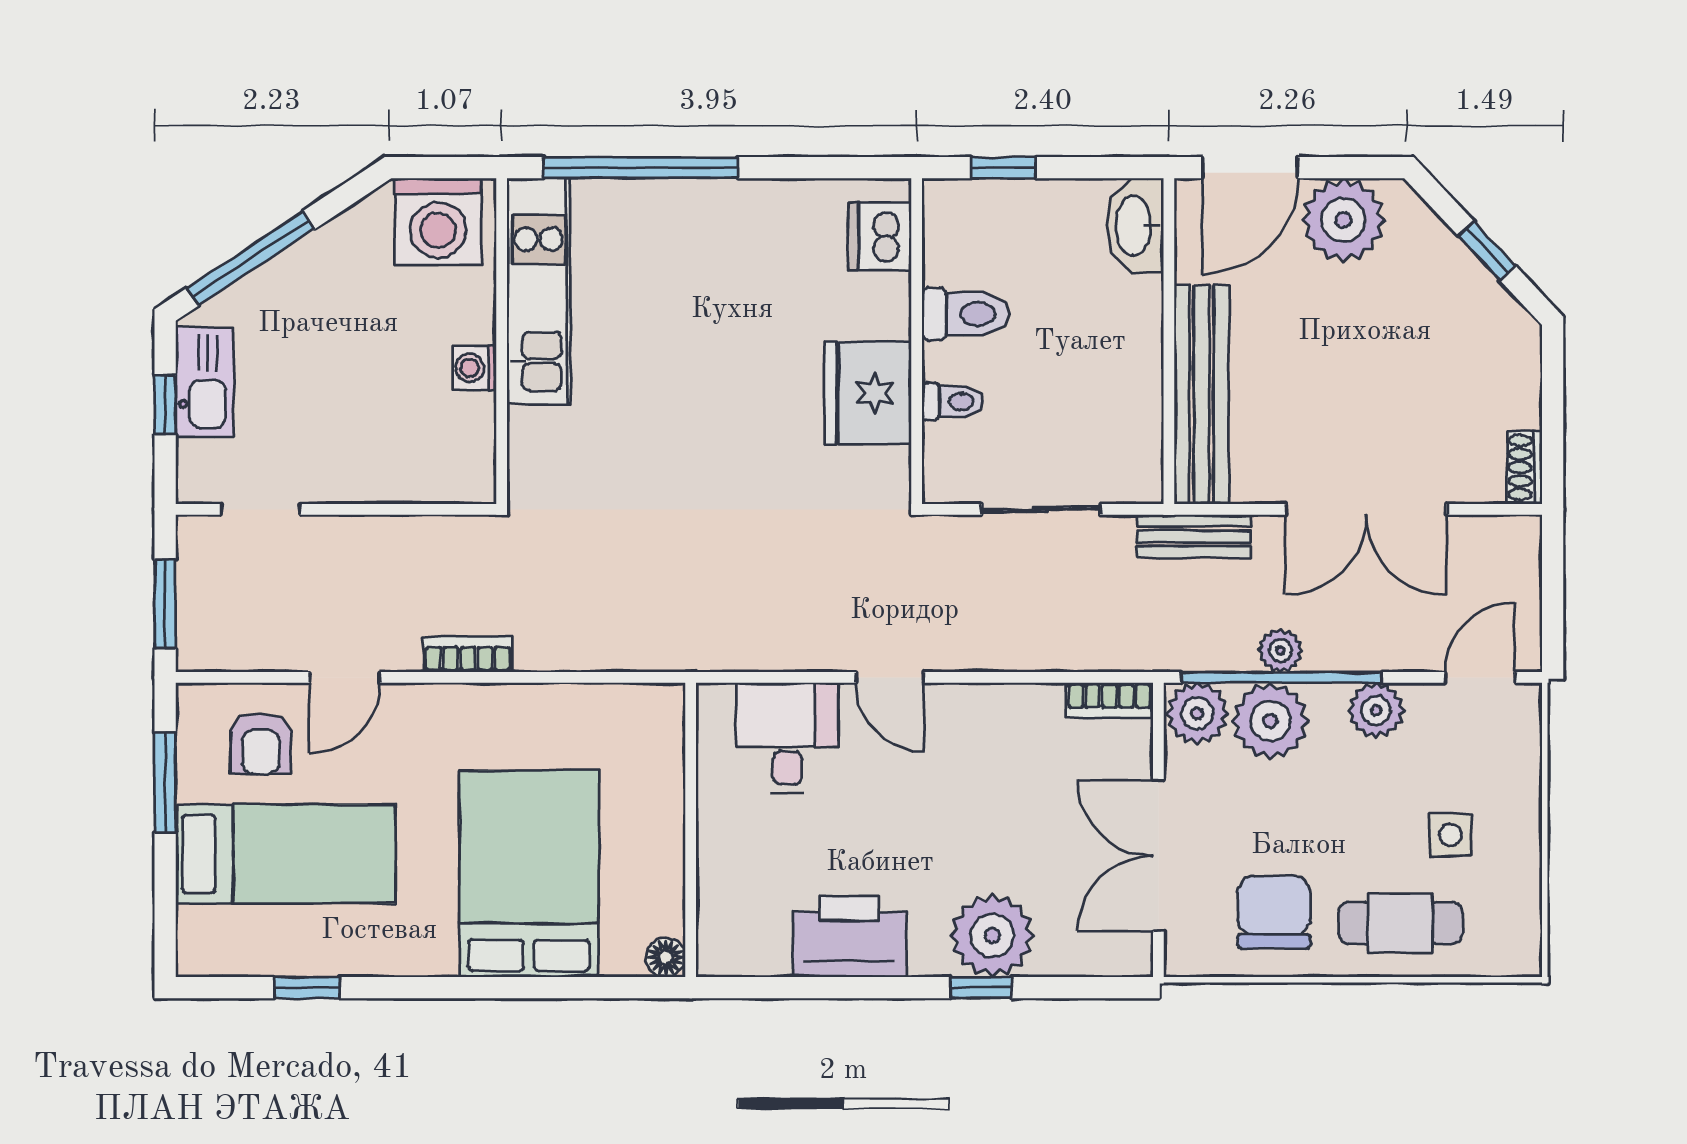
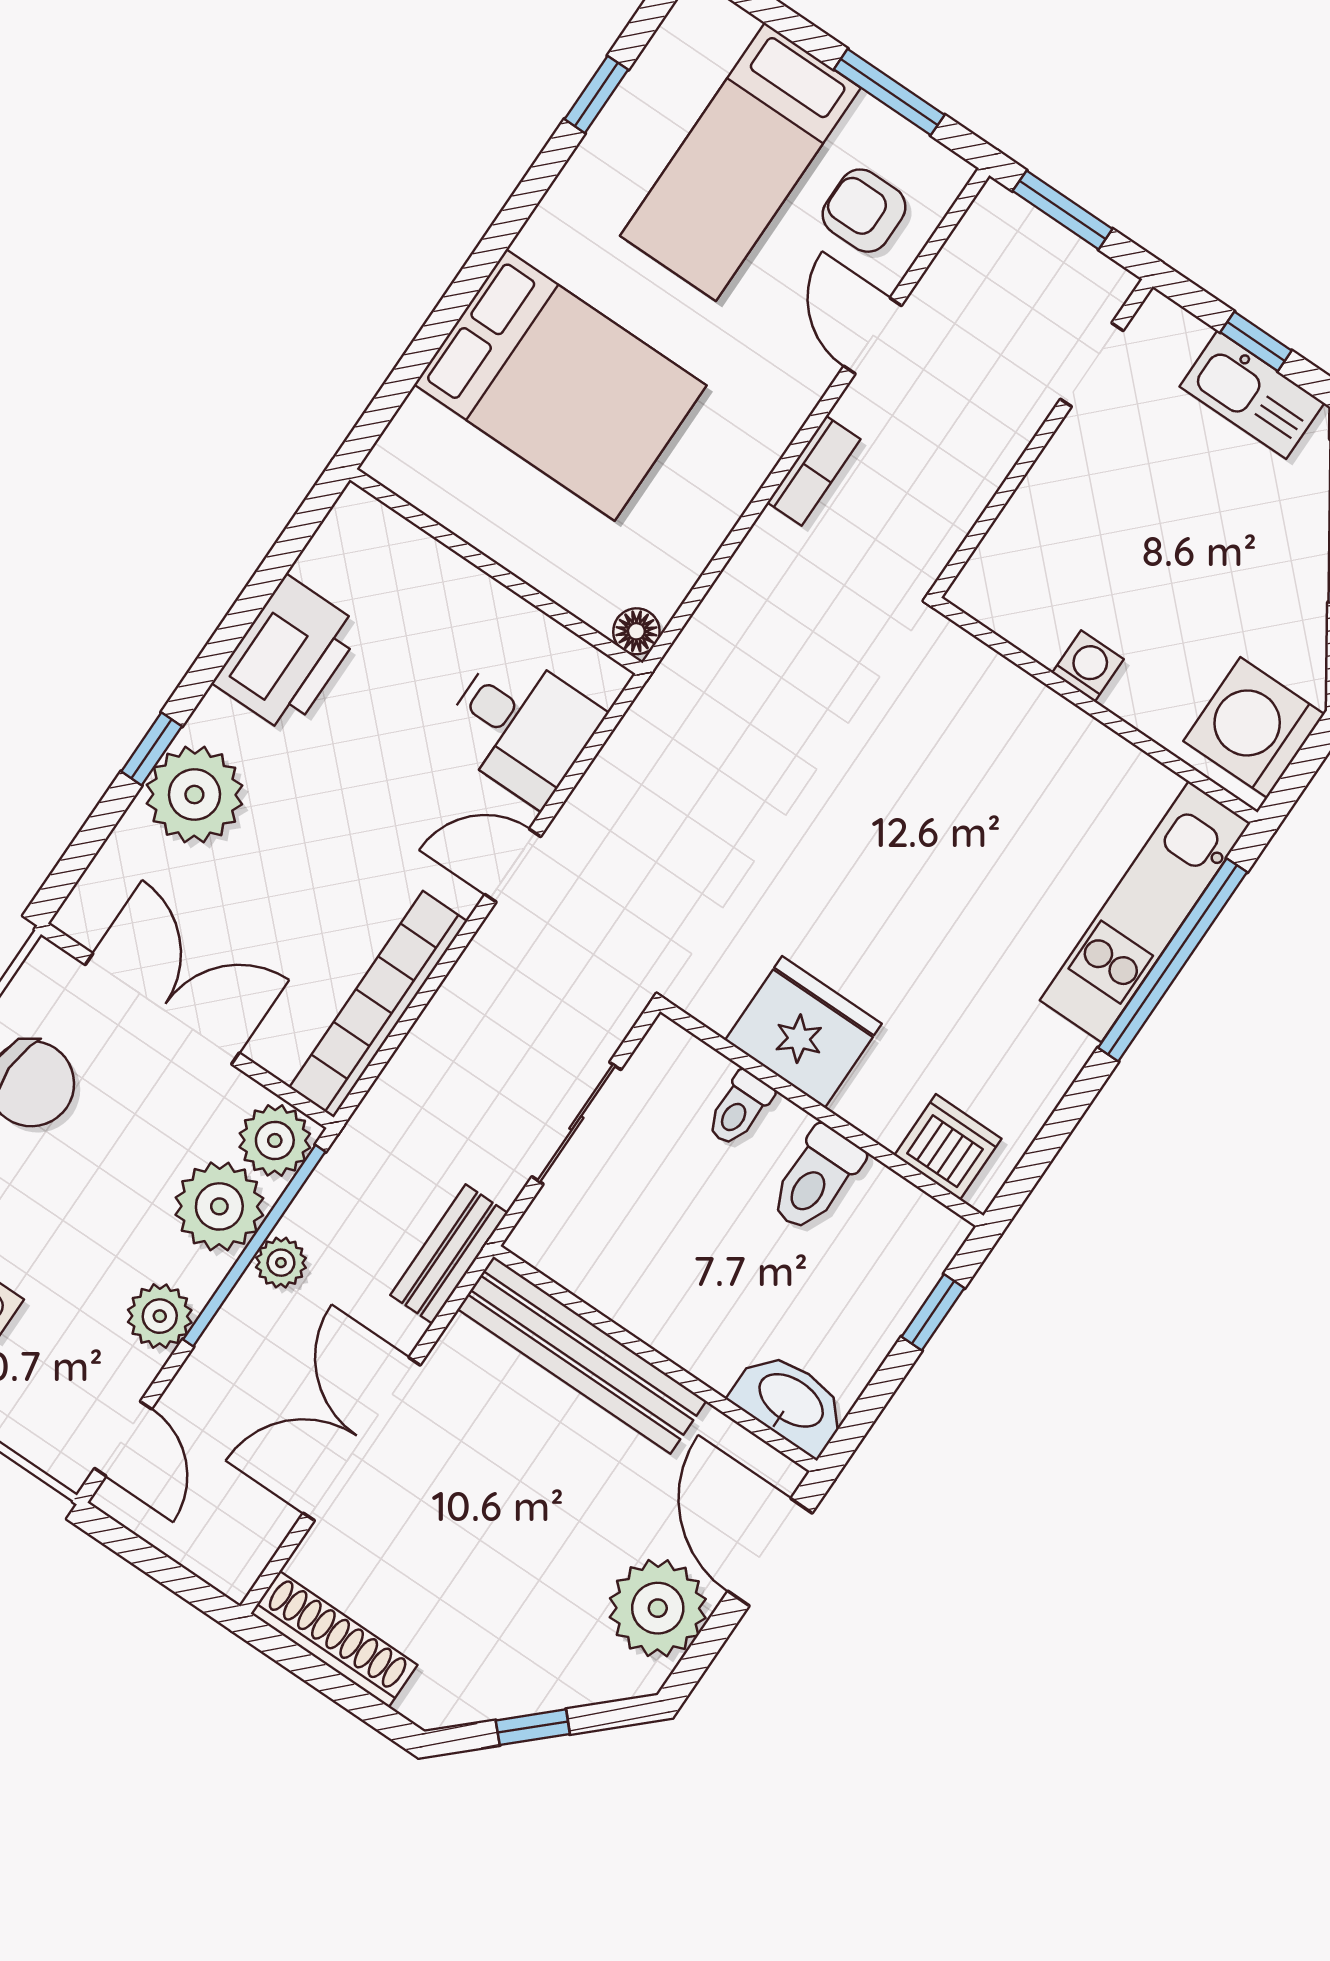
kitchen unit: (539, 291) -> (1145, 912), moved, turned 90
shoe rack: (1524, 467) -> (334, 1639), width x1.94, depth x1.24
bookcase: (1109, 700) -> (378, 1004), width x2.31, depth x1.31
floor lamp: (666, 957) -> (636, 631), moved

